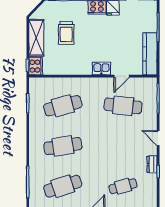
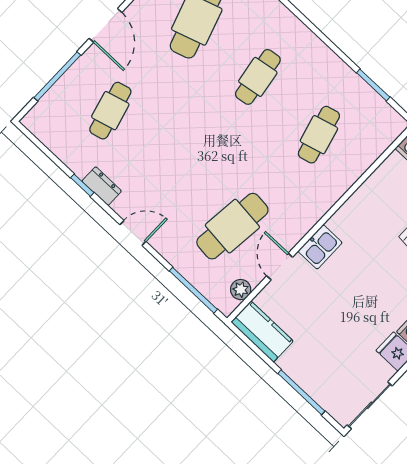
kitchen counter: (150, 54) -> (262, 332), width x0.67
plant: (142, 82) -> (241, 290), added
cafe table: (63, 106) -> (319, 135), width x0.73, depth x0.74
cafe table: (63, 146) -> (258, 77), width x0.73, depth x0.74

